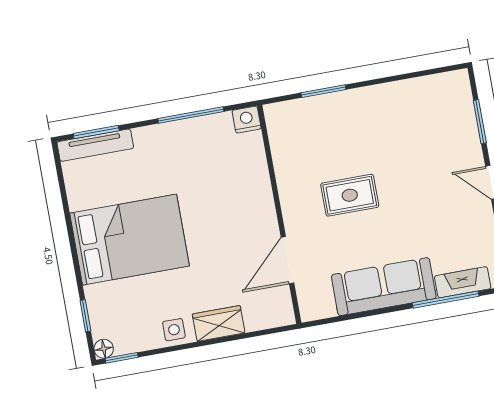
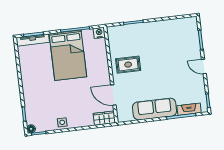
rug: (350, 195) -> (128, 65), moved
bed: (129, 240) -> (68, 55), moved, turned 90
door: (287, 260) -> (113, 95), hinge flipped
wardrobe: (219, 323) -> (104, 118), moved

